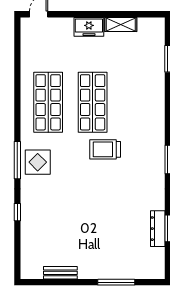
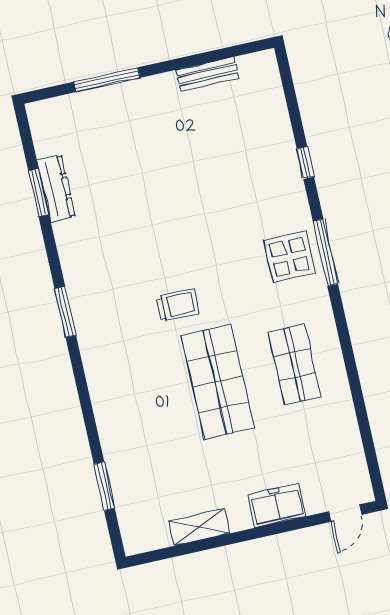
freezer: (89, 27) -> (277, 506), moved
shop shelf: (48, 102) -> (295, 364), width x0.70, depth x0.74
trolley: (105, 149) -> (178, 305), width x0.73, depth x0.72

